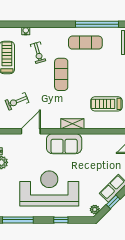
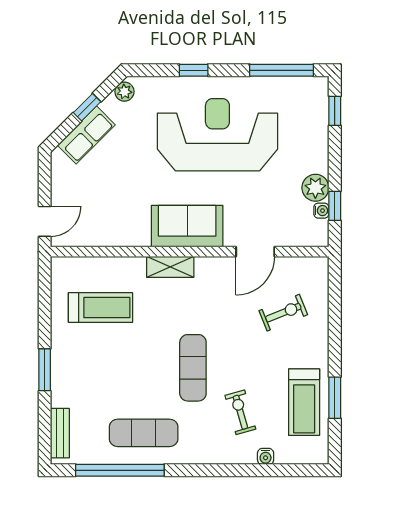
reception desk: (49, 188) -> (217, 135), turned 180

